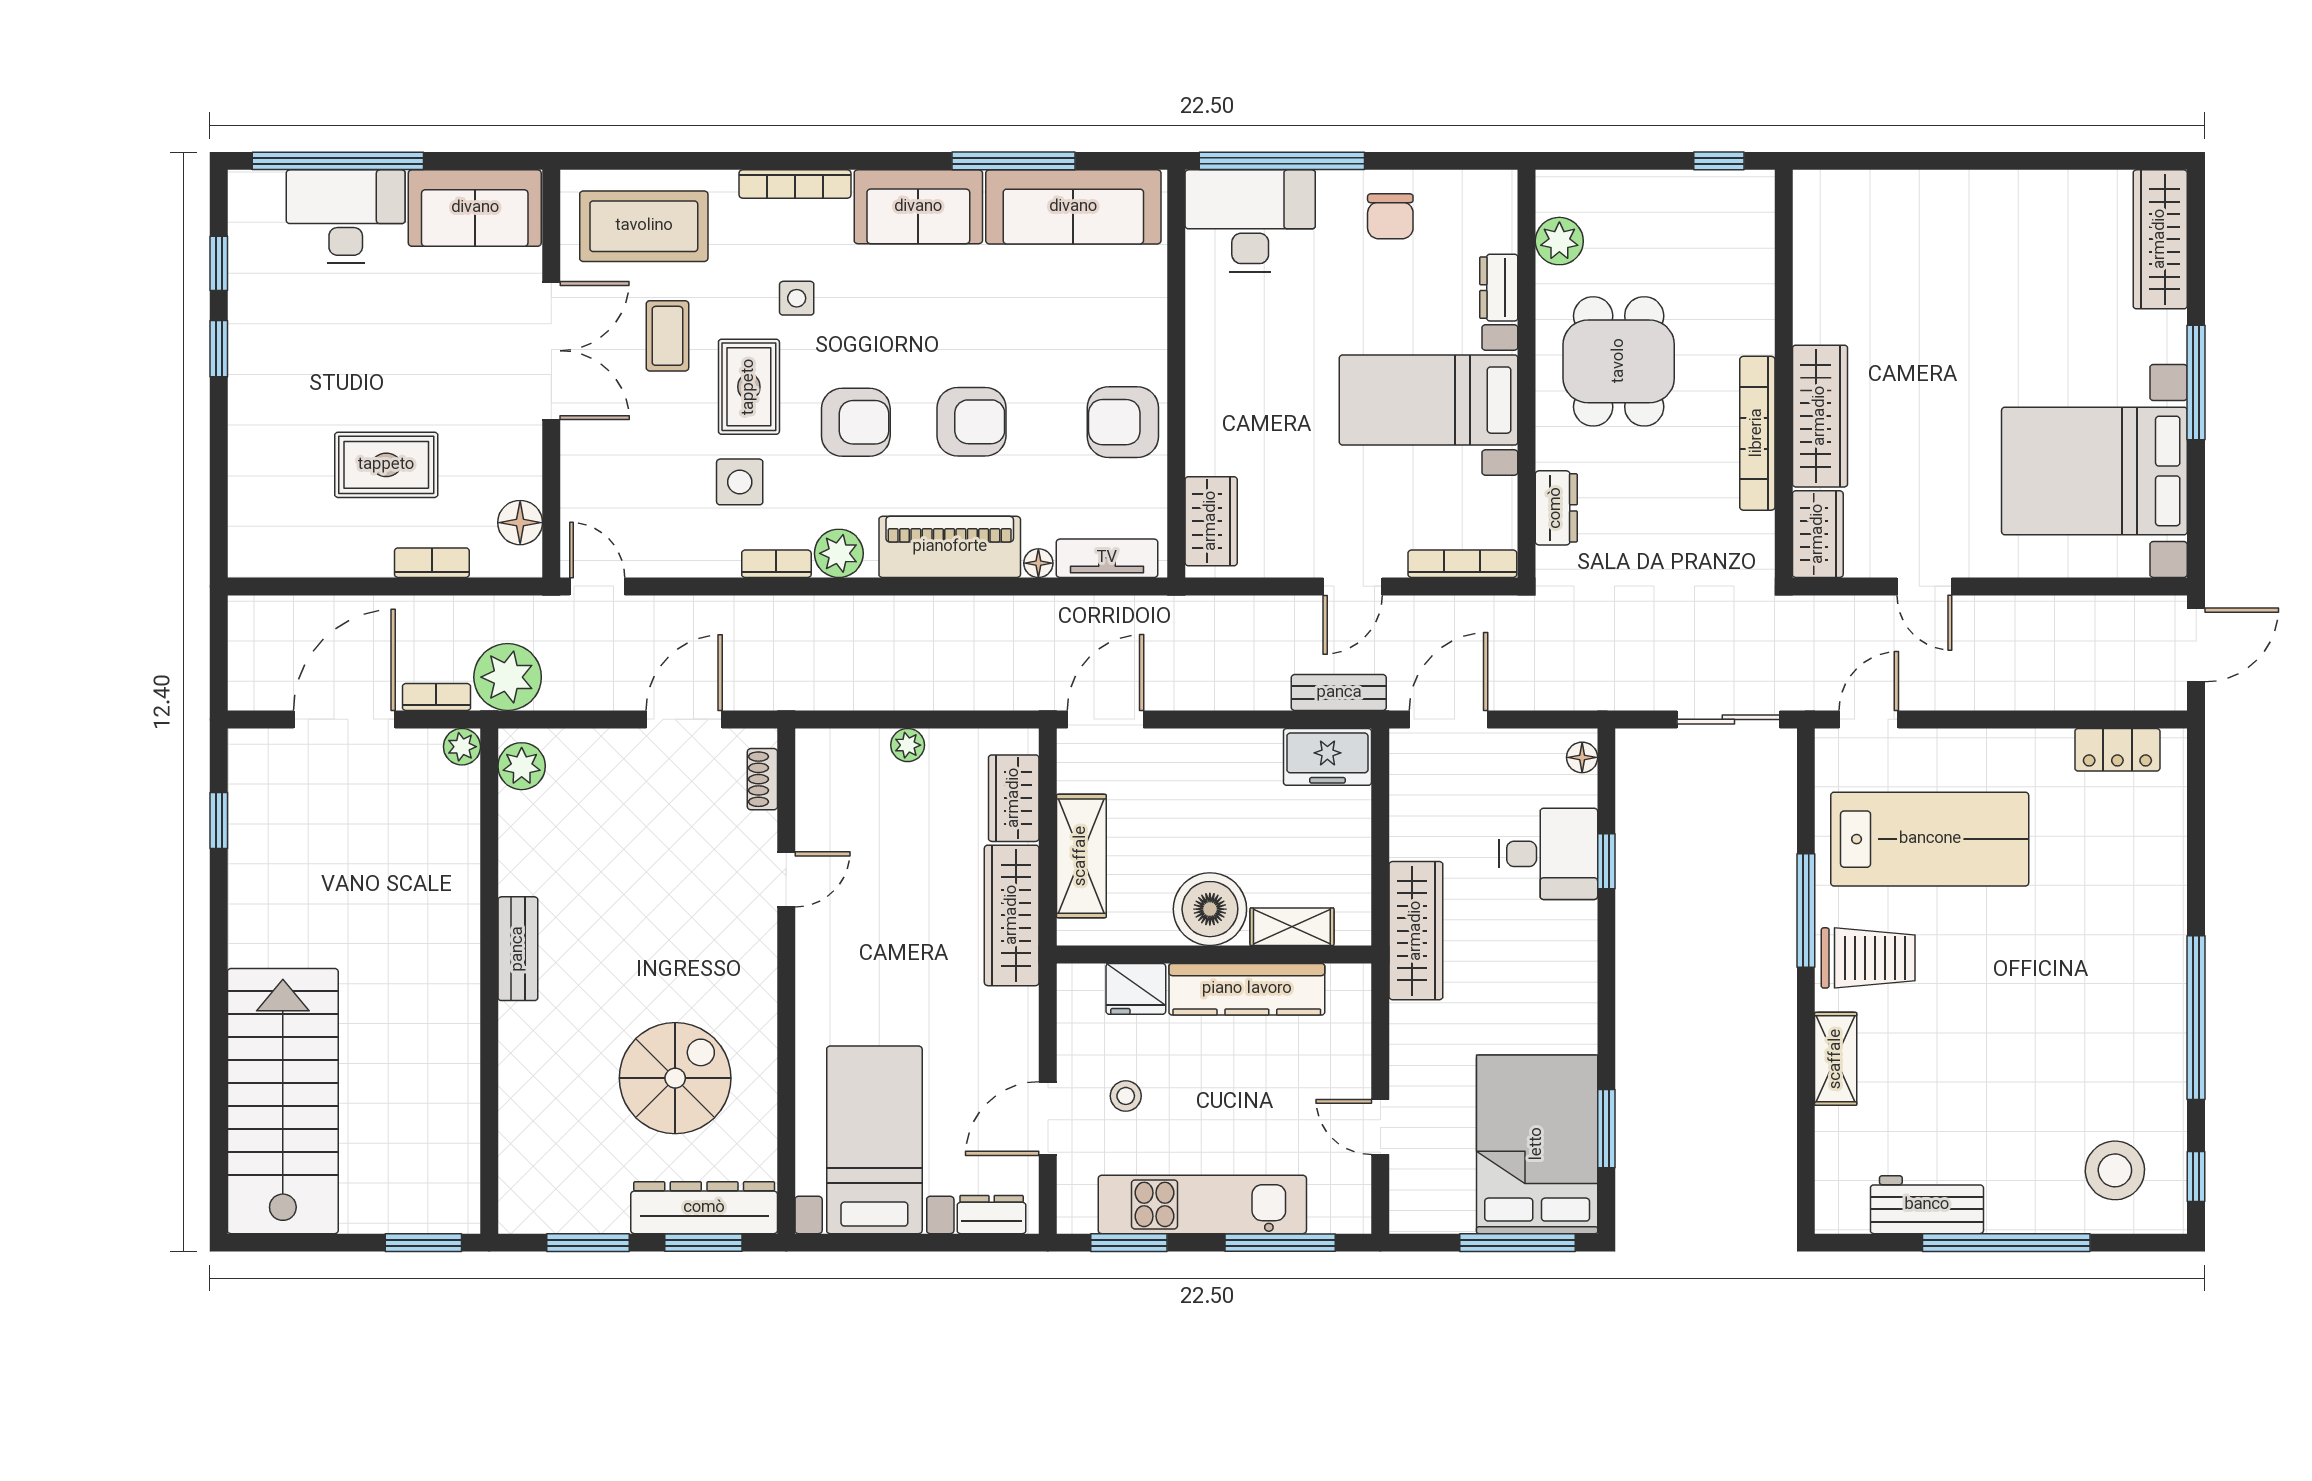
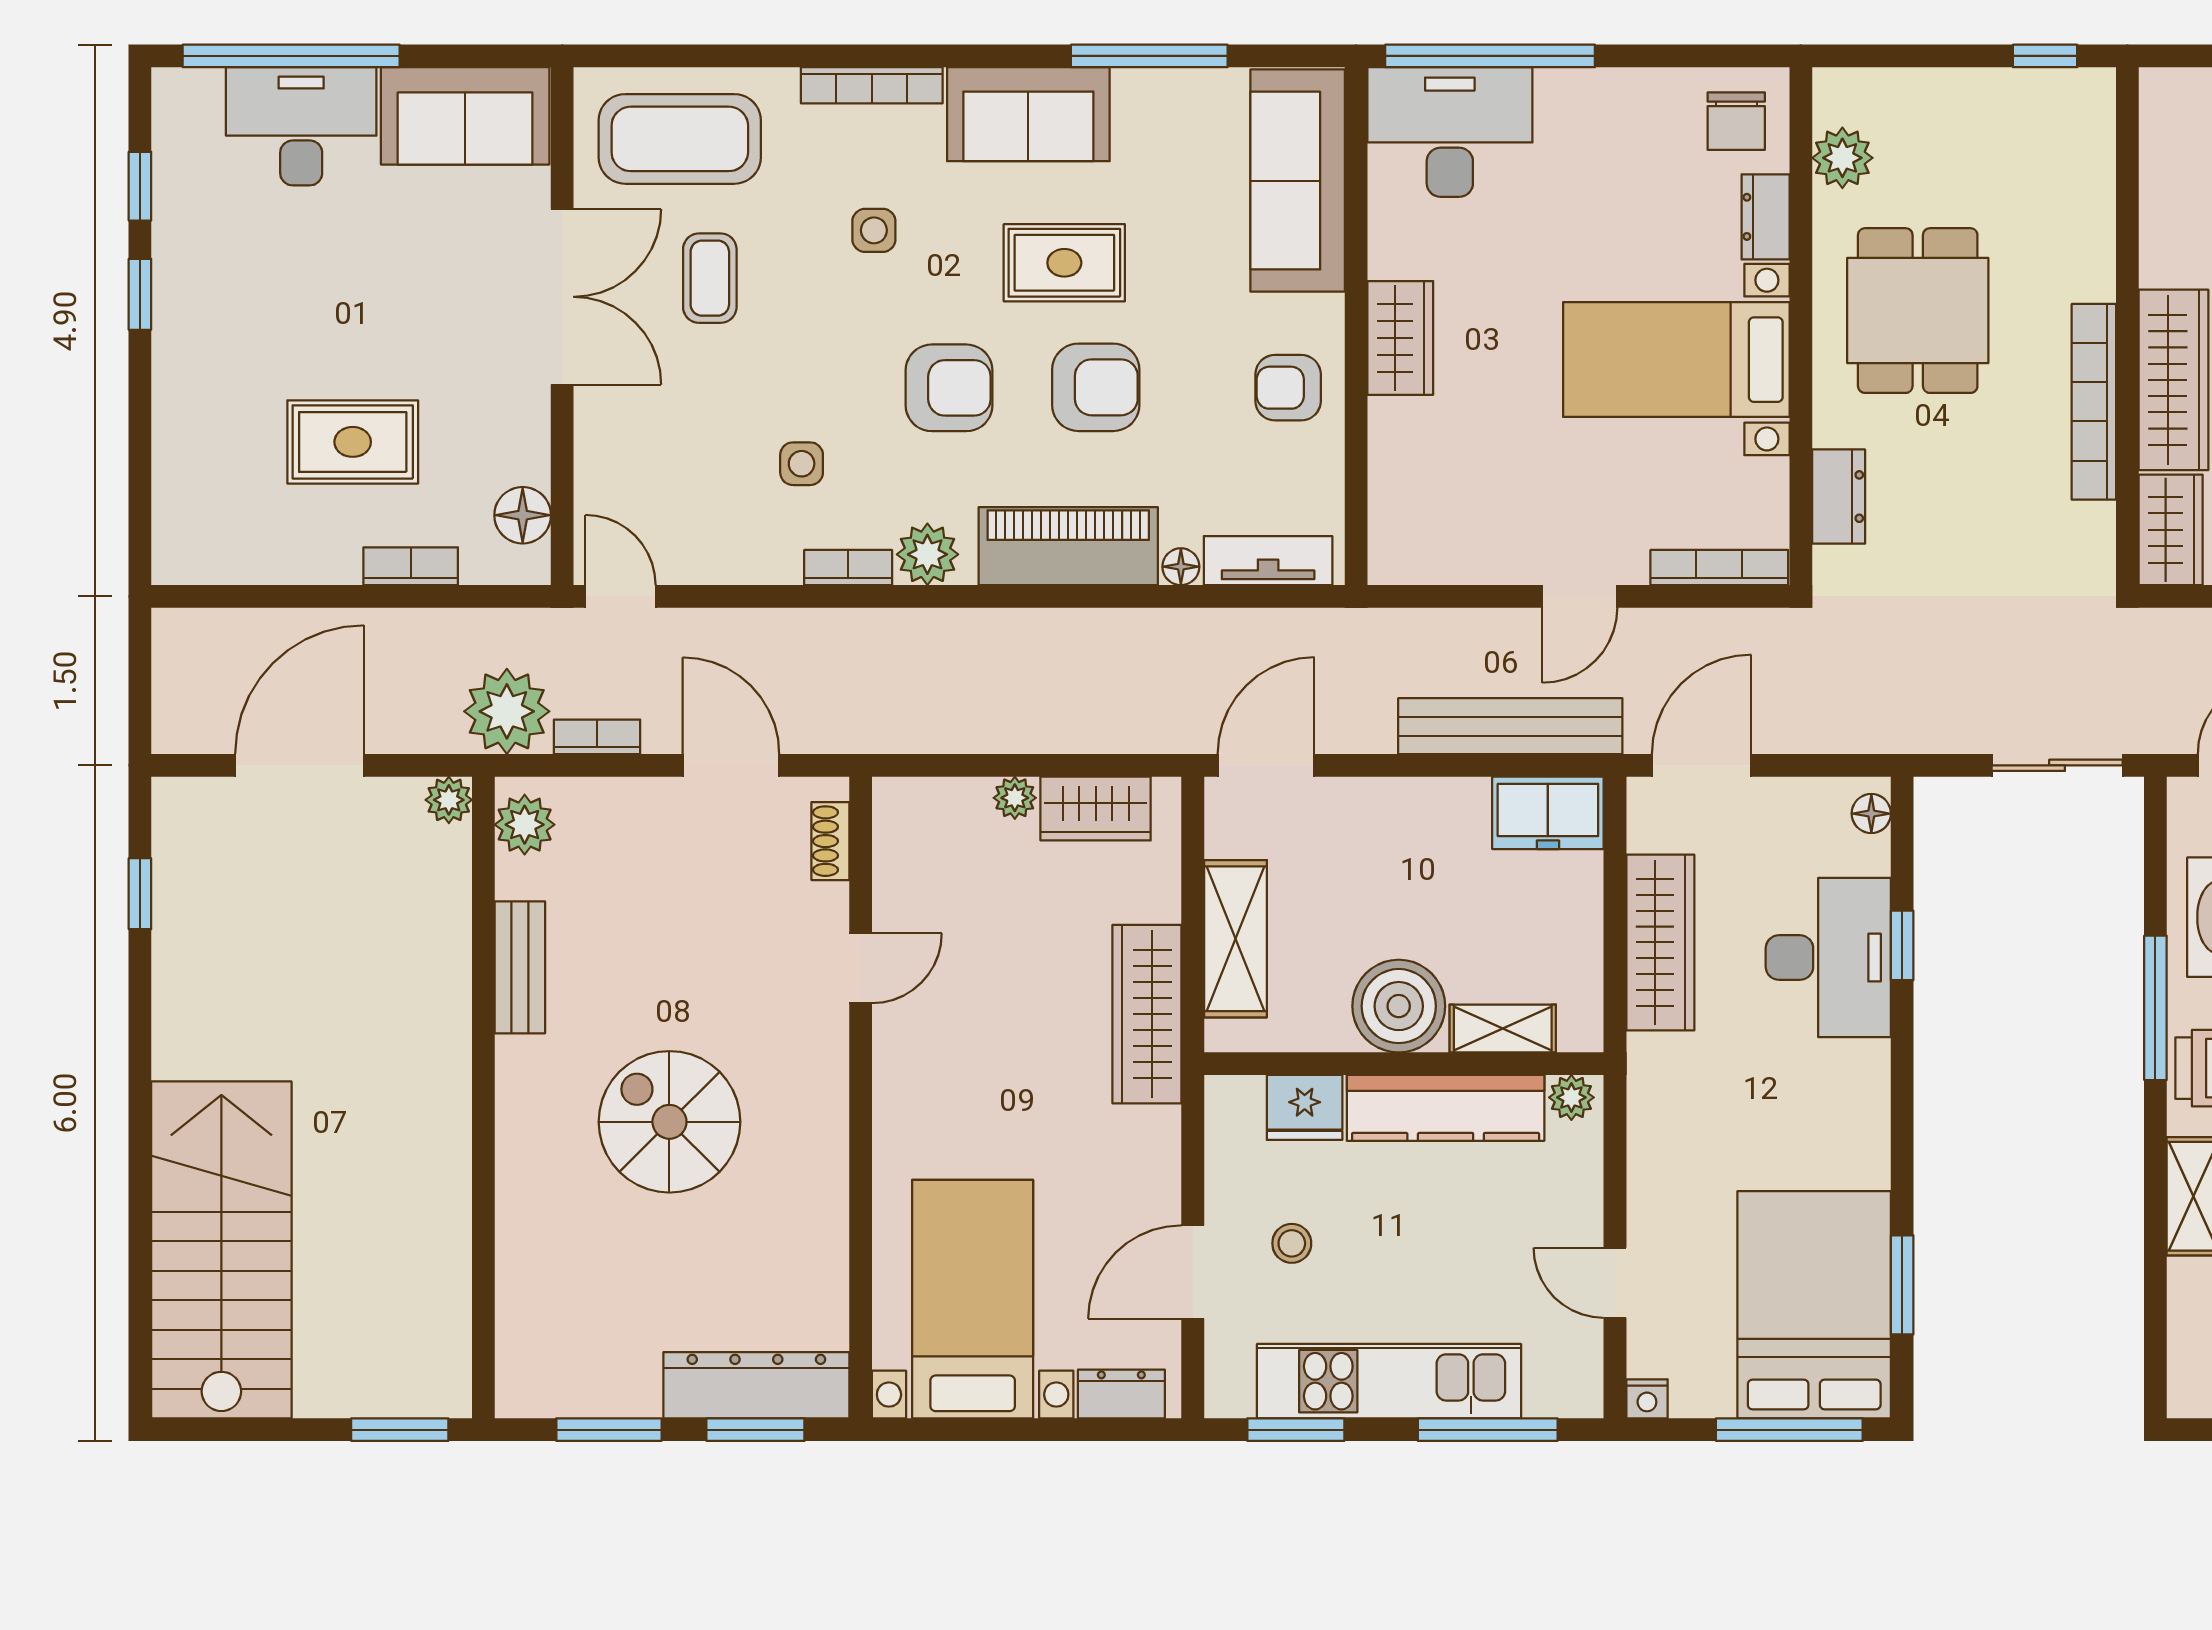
sofa: (1073, 207) -> (1298, 181), moved, turned 90
chair: (1390, 216) -> (1736, 121), moved
rug: (749, 387) -> (1064, 263), moved, turned 90
armchair: (1123, 422) -> (1288, 388), width x0.72, depth x0.72
side table: (740, 482) -> (802, 464), width x0.73, depth x0.73
wardrobe: (1211, 521) -> (1400, 338), moved
bench: (1339, 693) -> (1510, 726), width x1.86, depth x1.21
bookcase: (436, 697) -> (597, 737), moved
door: (684, 719) -> (731, 765), hinge flipped
wardrobe: (1014, 798) -> (1096, 809), moved, turned -90
desk: (1548, 854) -> (1828, 958), width x1.37
wardrobe: (1416, 931) -> (1660, 942), moved
bench: (518, 949) -> (520, 967), moved
plant: (1346, 981) -> (1571, 1097), added
spiral stairs: (675, 1078) -> (669, 1122), moved, turned -90
nightstand: (1405, 1218) -> (1647, 1399), added

